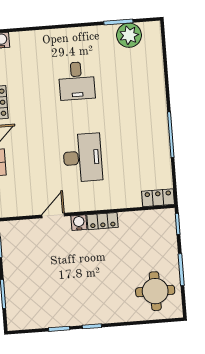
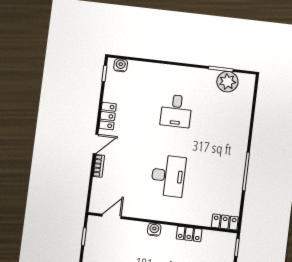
door: (53, 216) -> (112, 216), moved
locker: (103, 221) -> (189, 234), moved

